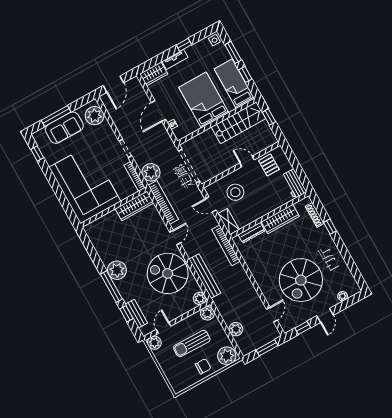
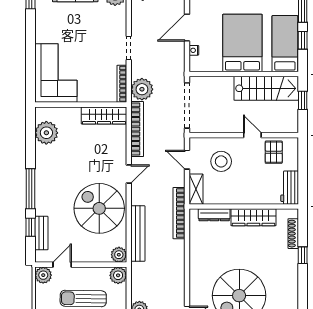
corner sofa: (85, 184) -> (56, 73), width x0.73, depth x0.74
plant: (117, 270) -> (46, 133), moved

